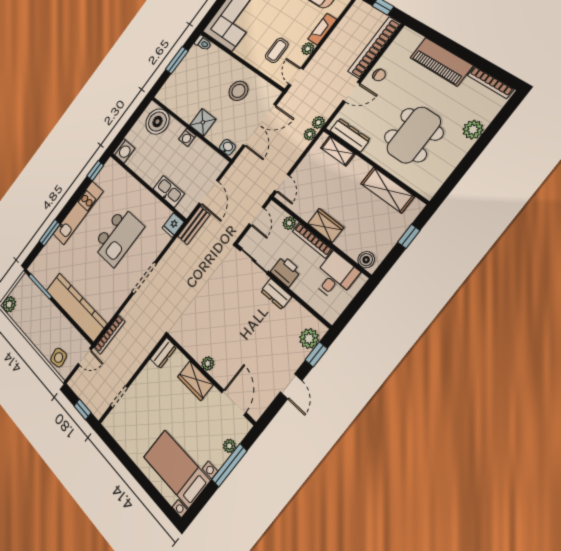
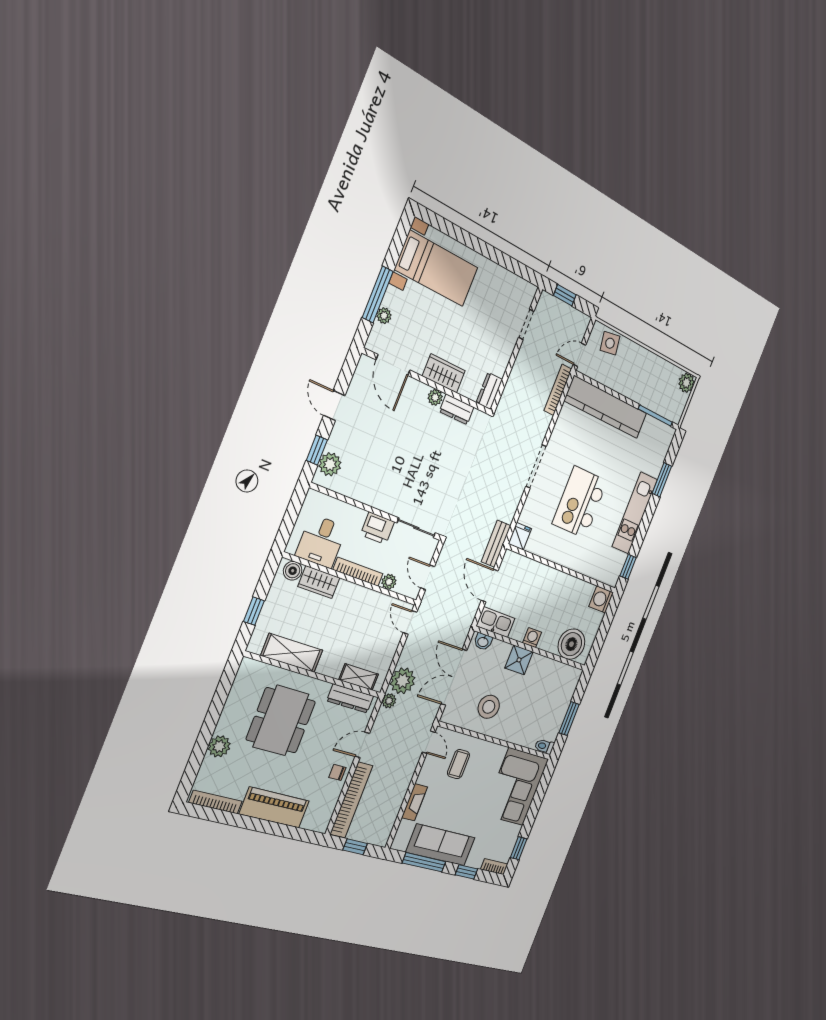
plant: (308, 49) -> (424, 776), removed
plant: (310, 134) -> (403, 681), width x1.88, depth x1.88
kitchen sink: (169, 191) -> (496, 622), moved, turned 180
wardrobe: (326, 226) -> (319, 582), moved
dresser: (276, 294) -> (457, 409), moved, turned 180

